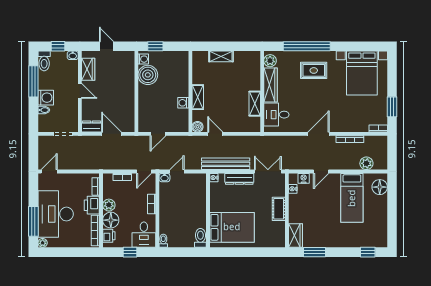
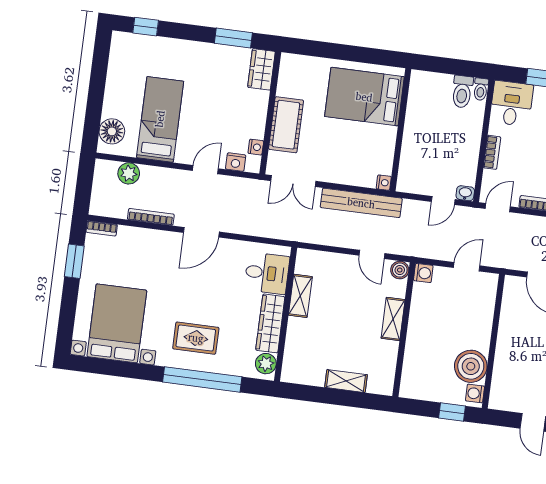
washing machine: (183, 103) -> (423, 273), moved
dresser: (239, 179) -> (342, 175), removed
cot: (279, 209) -> (286, 125), width x1.37, depth x1.34
toilet: (200, 238) -> (462, 92), moved

